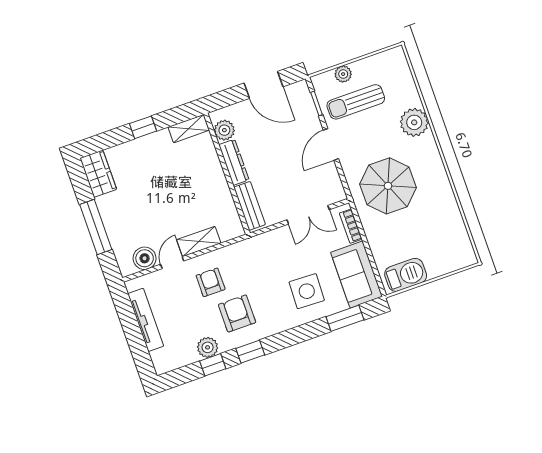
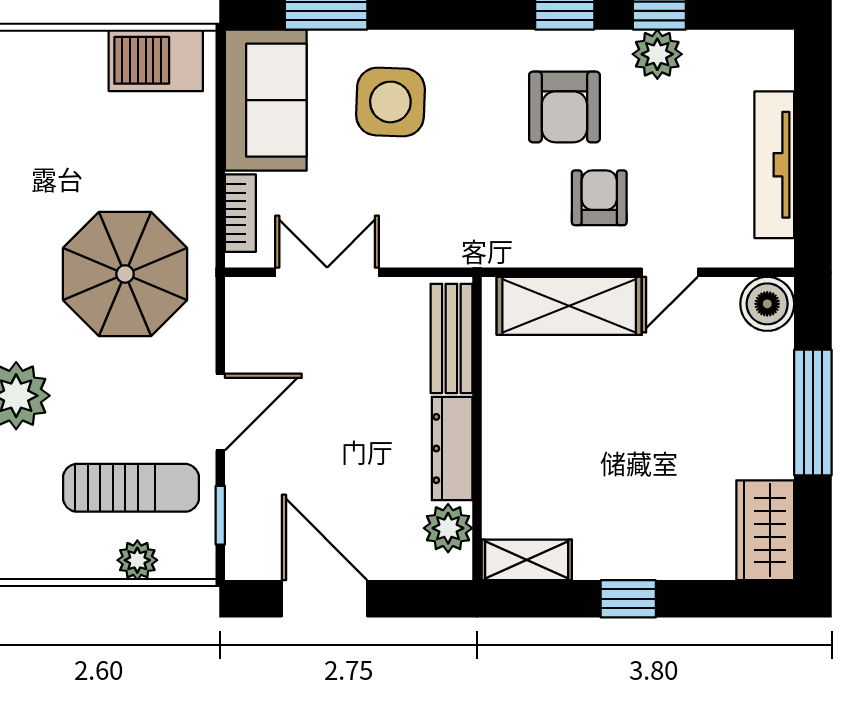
shelving: (199, 242) -> (569, 306), width x1.50, depth x1.33
boiler: (145, 258) -> (767, 304), moved
armchair: (211, 282) -> (599, 198), turned 180

